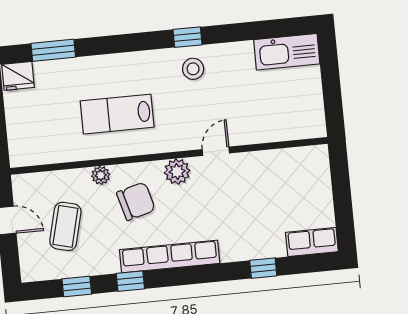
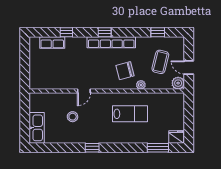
kitchen sink: (287, 52) -> (37, 128), moved, turned 90
stool: (193, 69) -> (73, 117), moved
plant: (177, 172) -> (178, 83), moved
row of seats: (312, 242) -> (52, 43), moved
window: (130, 281) -> (105, 32), moved

